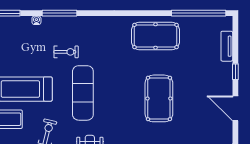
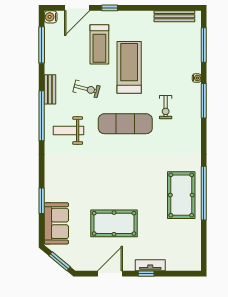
window: (199, 13) -> (204, 193), moved
tv unit: (227, 46) -> (150, 265), moved
pool table: (159, 98) -> (114, 223), moved

